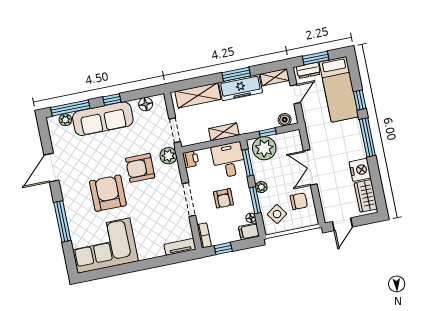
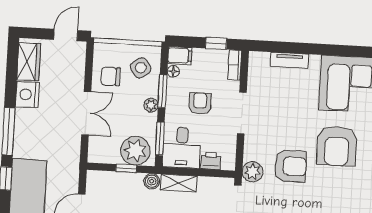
boiler: (285, 120) -> (152, 181), moved
printer: (191, 159) -> (211, 161), moved, turned 90
tv unit: (180, 247) -> (290, 60), moved

